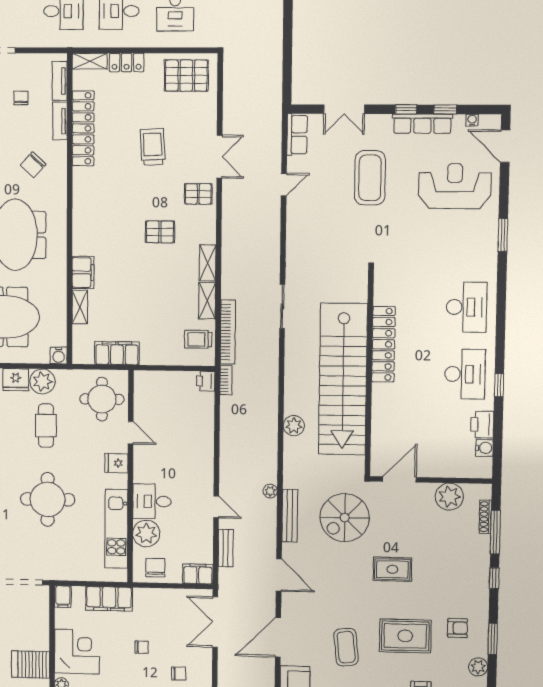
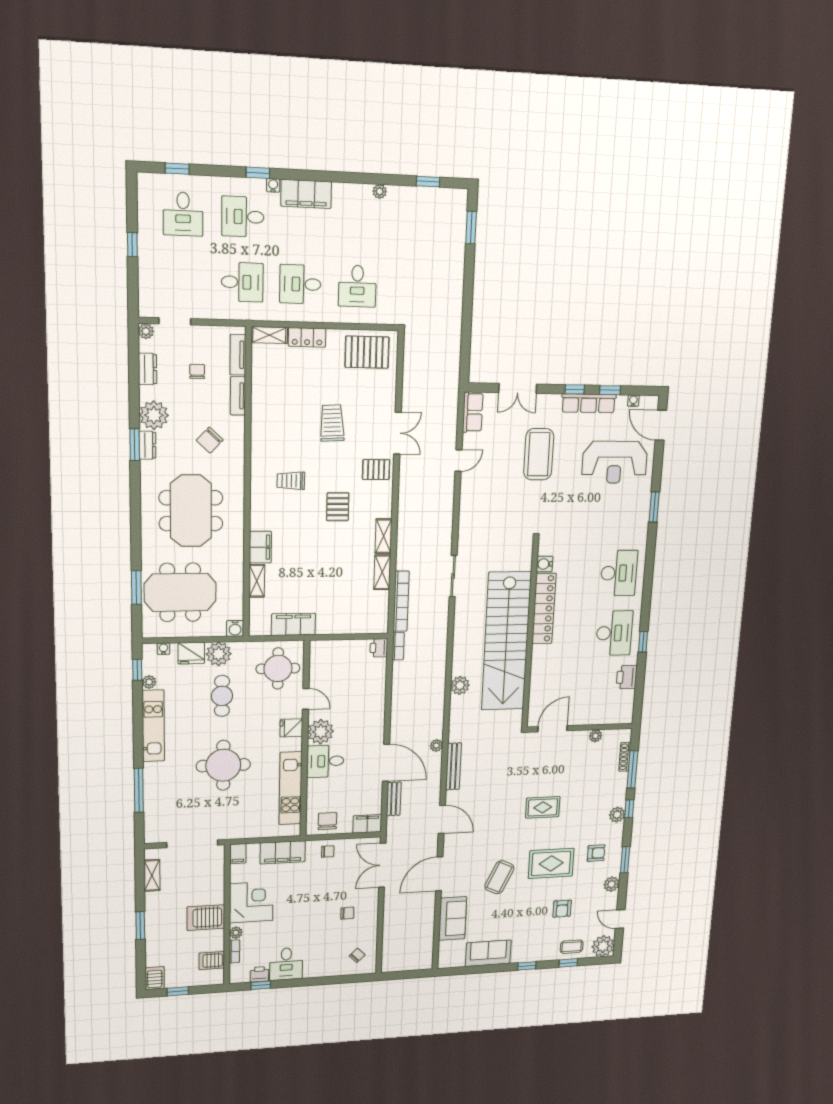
locker: (83, 128) -> (262, 404), removed
reception desk: (455, 186) -> (615, 462), turned 180
pallet: (160, 232) -> (338, 507), turned 90
trolley: (198, 339) -> (291, 481), moved
water cooler: (484, 448) -> (545, 564), moved, turned 180
plant: (449, 497) -> (595, 736), width x0.53, depth x0.53
door: (216, 507) -> (386, 763), width x1.88
spiral stairs: (345, 518) -> (503, 765), removed
plant: (146, 533) -> (321, 732), moved
plant: (480, 584) -> (617, 815), added
chair: (142, 647) -> (328, 851), moved
coffee table: (346, 647) -> (499, 877), turned 31

